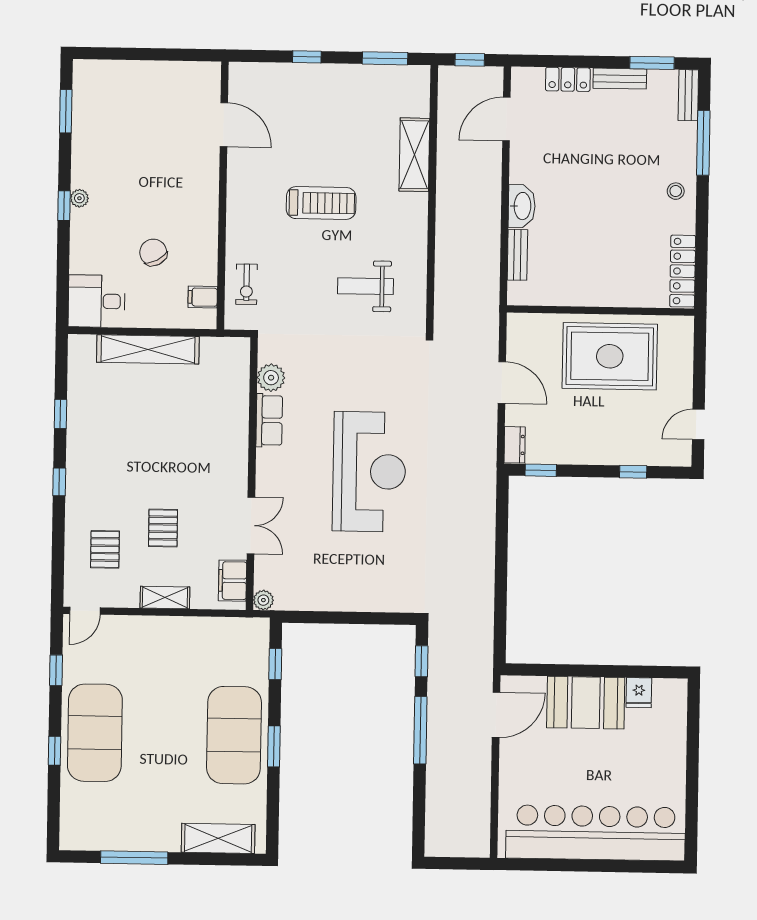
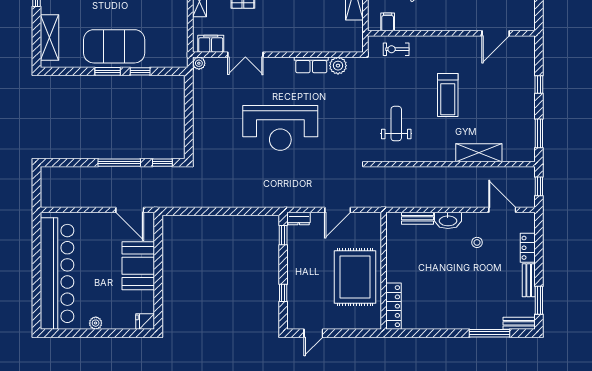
stool: (676, 191) -> (477, 242), moved
locker: (683, 271) -> (394, 306), moved, turned 90
door: (698, 424) -> (313, 333), swing flipped
window: (275, 664) -> (140, 71), moved
fridge: (639, 693) -> (145, 322), moved
plant: (676, 773) -> (96, 323), added

